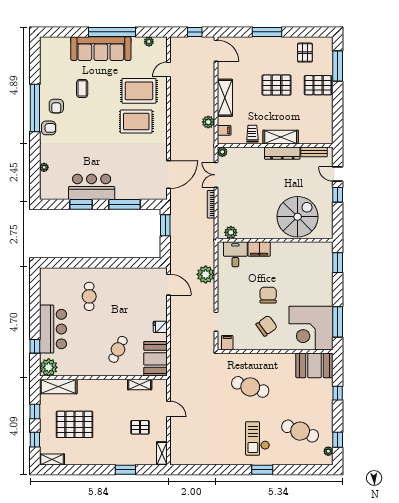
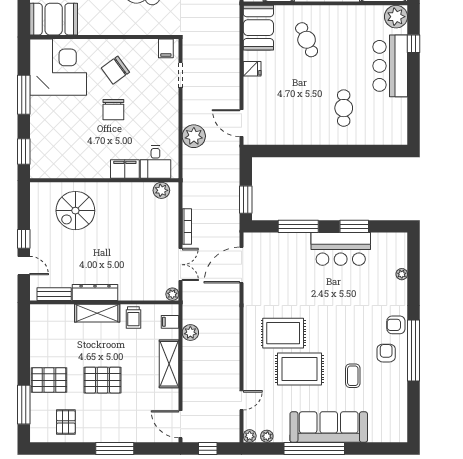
plant: (162, 42) -> (250, 436), added
rug: (139, 91) -> (299, 369), moved
spiral stairs: (298, 217) -> (75, 211), width x0.73, depth x0.73
window: (338, 322) -> (24, 95), moved
cafe table: (118, 349) -> (307, 40), turned -50

